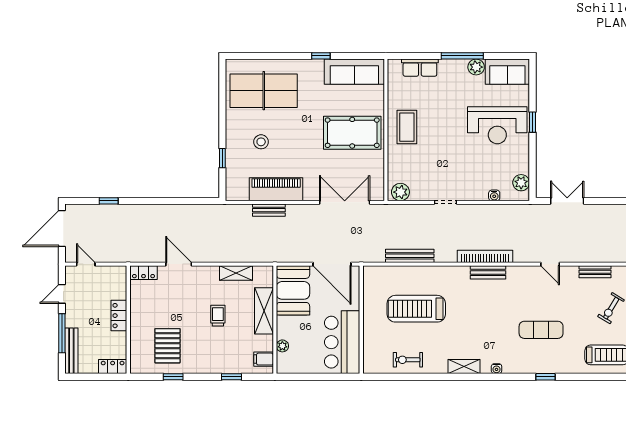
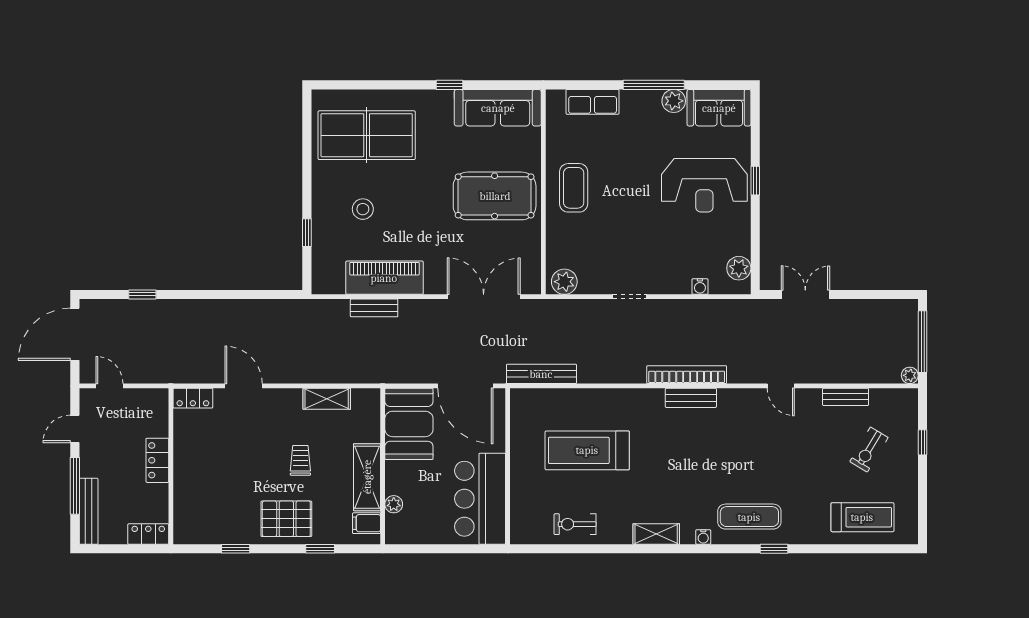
bench: (410, 256) -> (541, 374), moved
shelving: (264, 311) -> (367, 477), moved
exercise mat: (541, 330) -> (749, 517), moved
pallet: (167, 346) -> (286, 519), moved, turned 90

